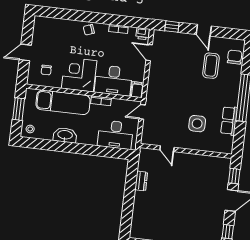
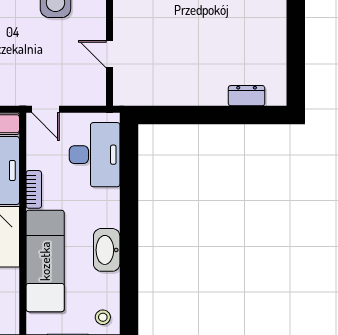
door: (167, 149) -> (110, 54), swing flipped
dresser: (141, 181) -> (247, 96), moved

